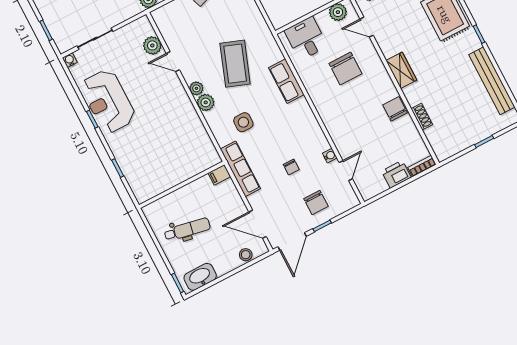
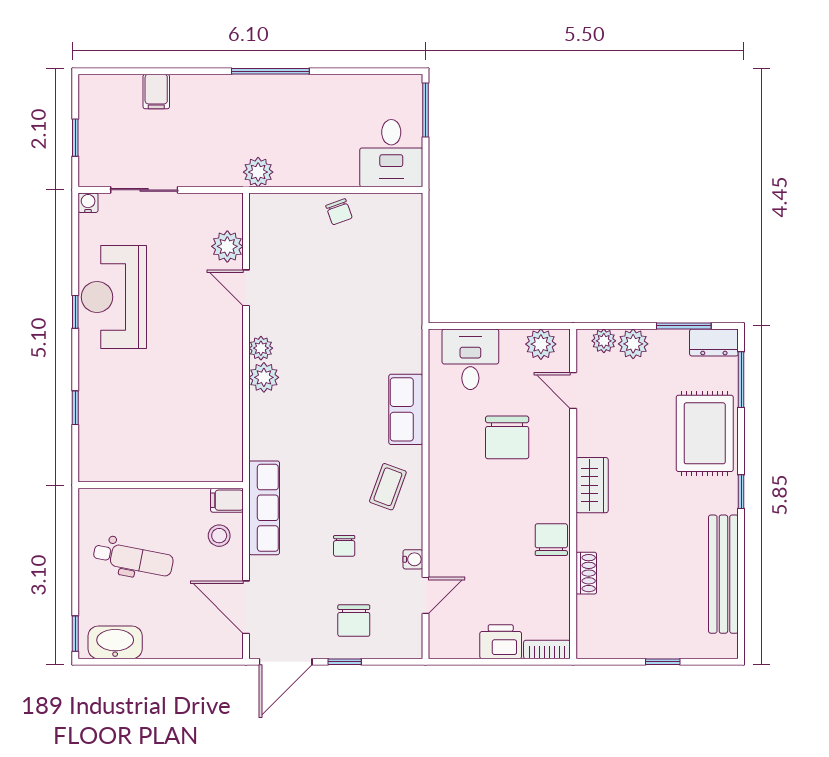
coffee table: (235, 64) -> (388, 487), moved, width x0.54, depth x0.58
side table: (243, 122) -> (306, 438), removed
stool: (246, 255) -> (219, 536), moved

